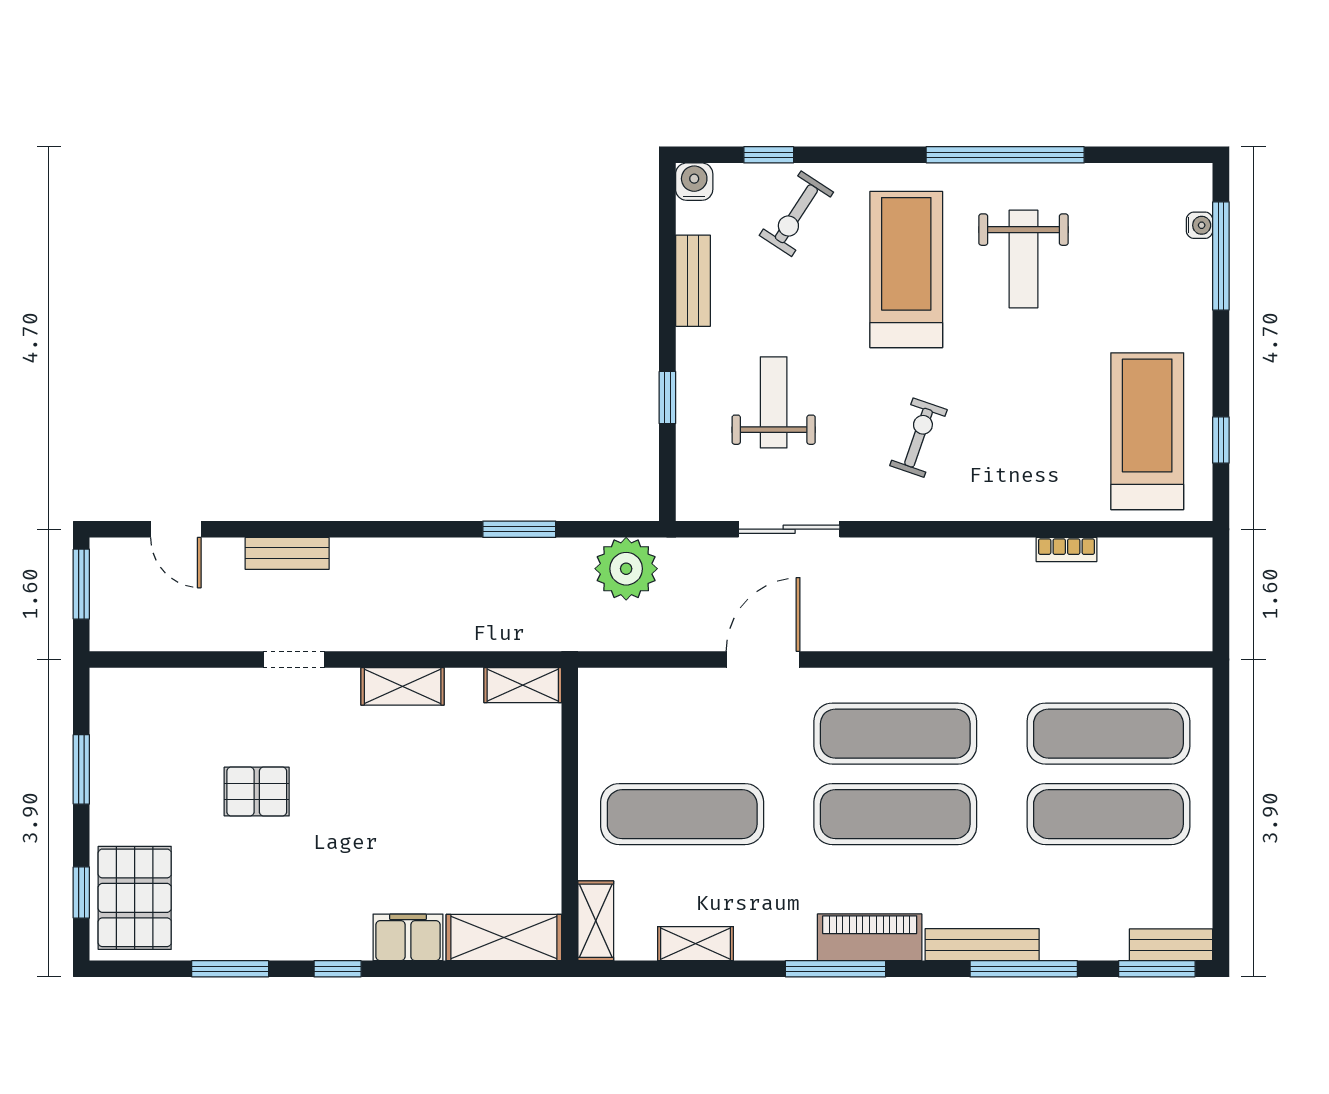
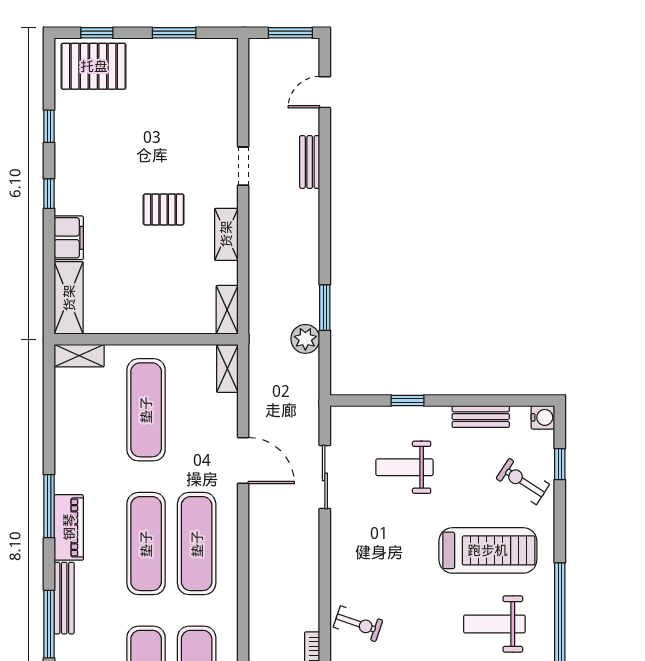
weight bench: (774, 402) -> (404, 467), turned 180
exercise bike: (919, 438) -> (358, 624), moved
plant: (626, 569) -> (305, 339), moved, width x0.73, depth x0.73
pallet: (257, 792) -> (164, 210), moved, turned 90
shelving: (695, 944) -> (227, 369), moved
window: (230, 969) -> (49, 126), width x0.67

